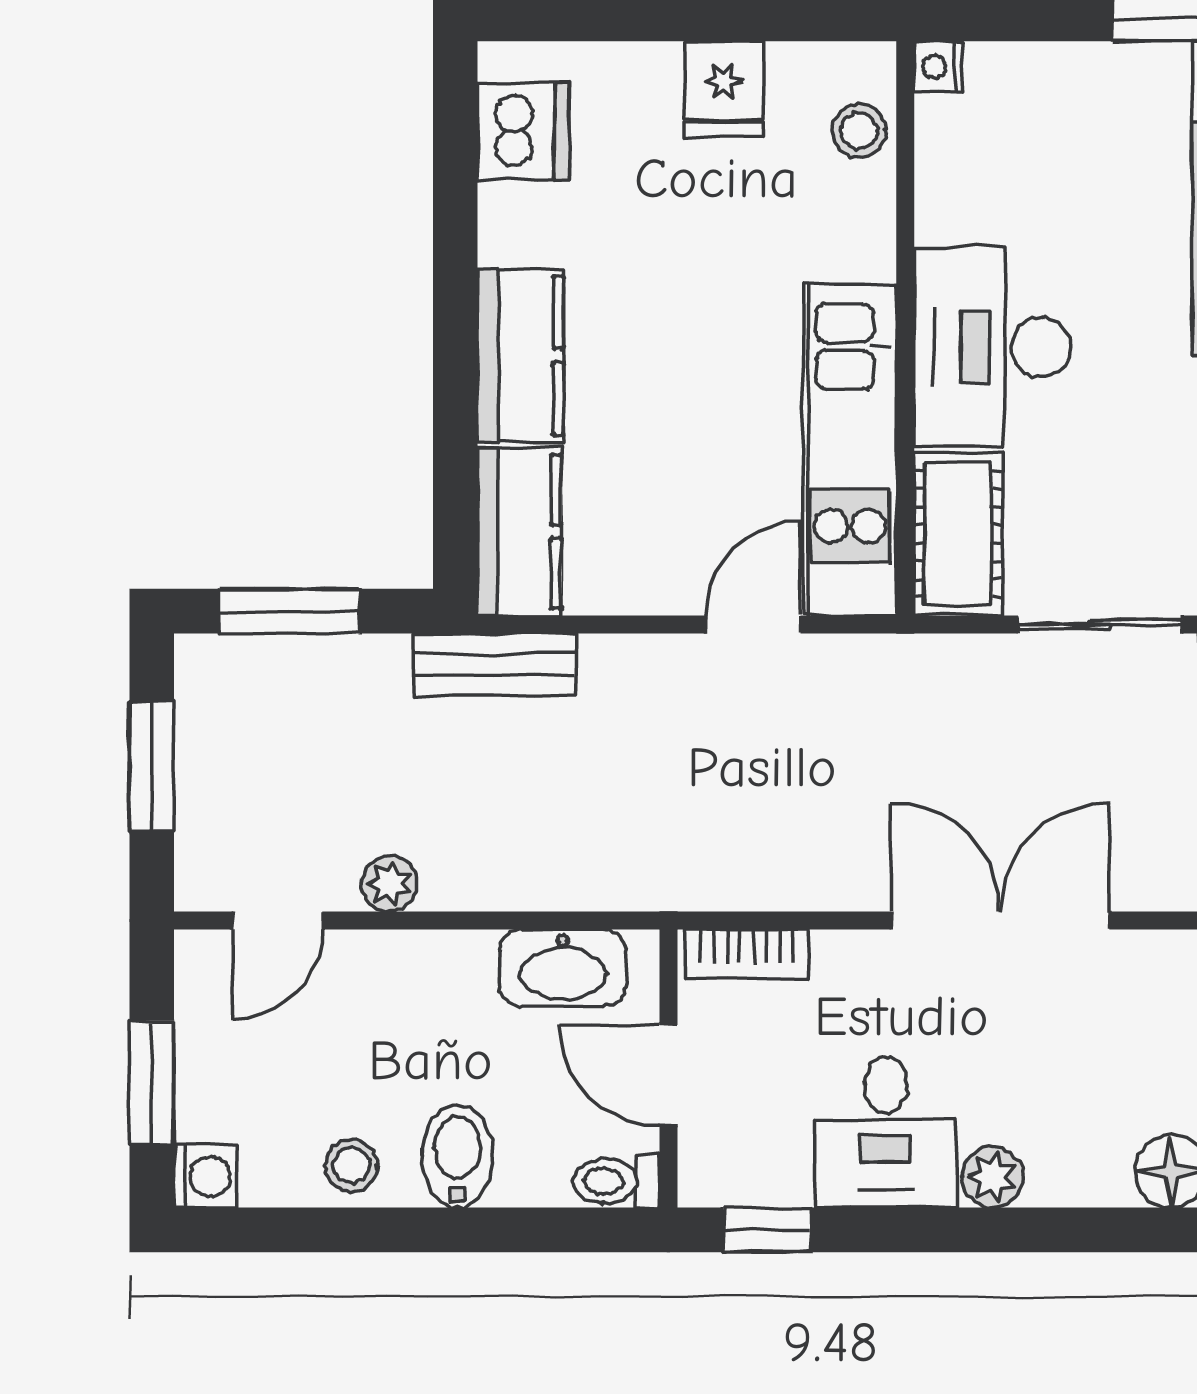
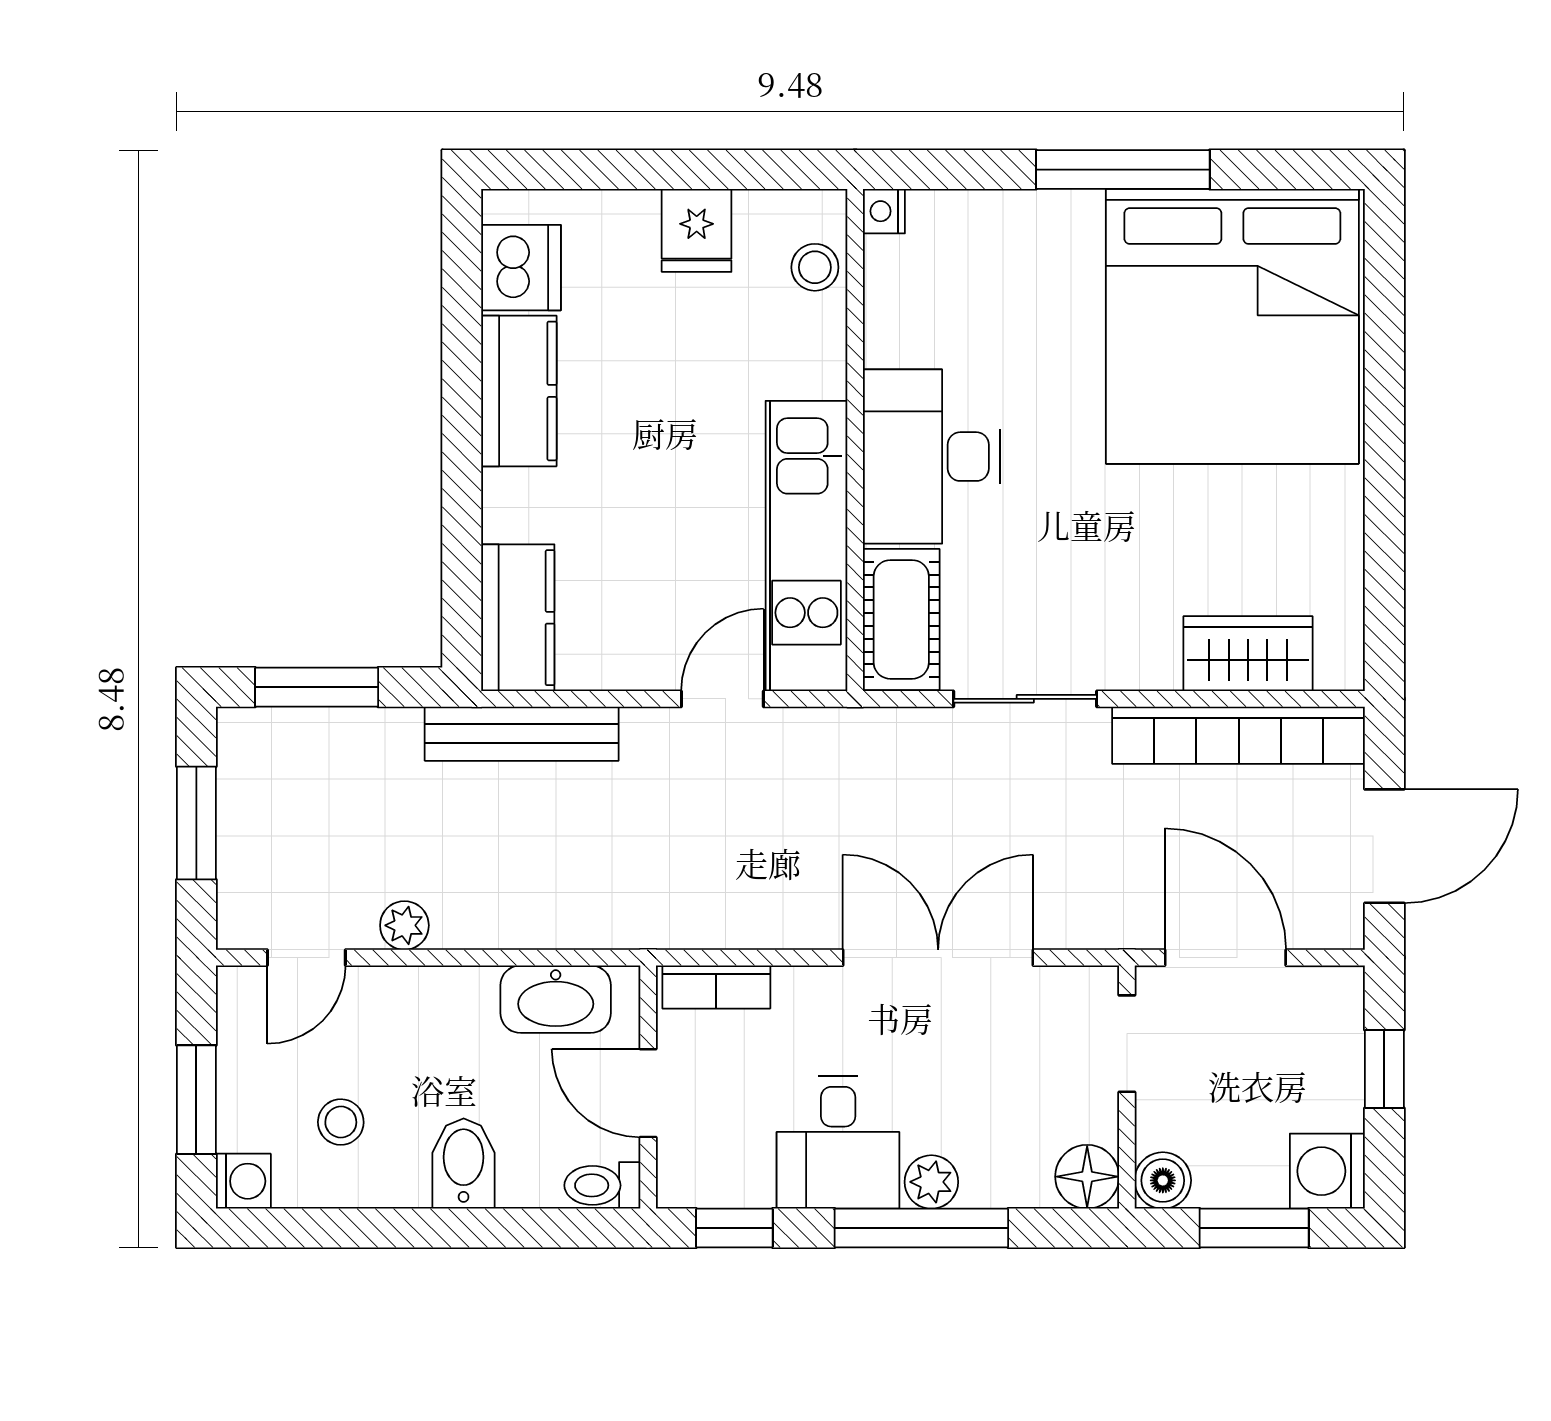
kitchen counter: (521, 356) -> (519, 391), moved
bench: (494, 664) -> (522, 734), width x1.36
stool: (352, 1165) -> (341, 1122), moved
window: (981, 1230) -> (921, 1228), added

